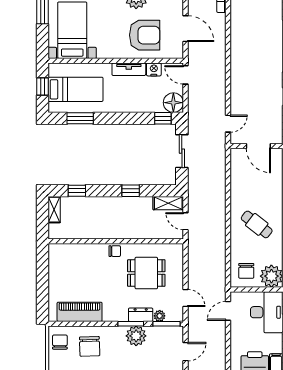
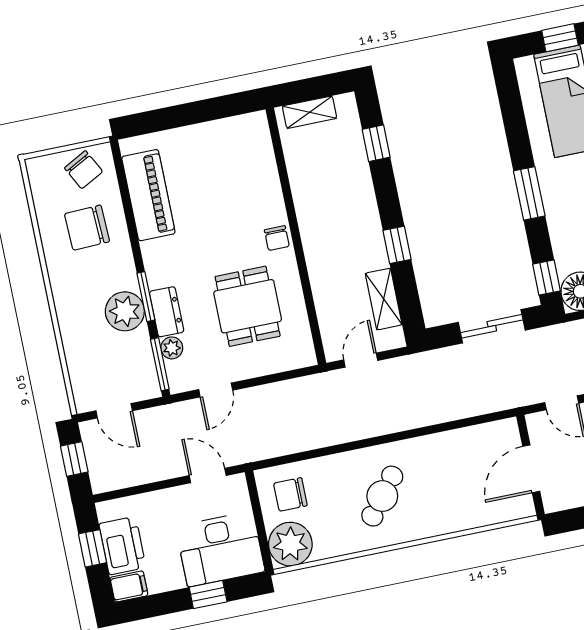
window: (80, 118) -> (529, 193), moved
shelving: (168, 203) -> (384, 299), moved
shelving: (54, 210) -> (310, 112), moved
chair: (60, 342) -> (84, 170), turned 62

